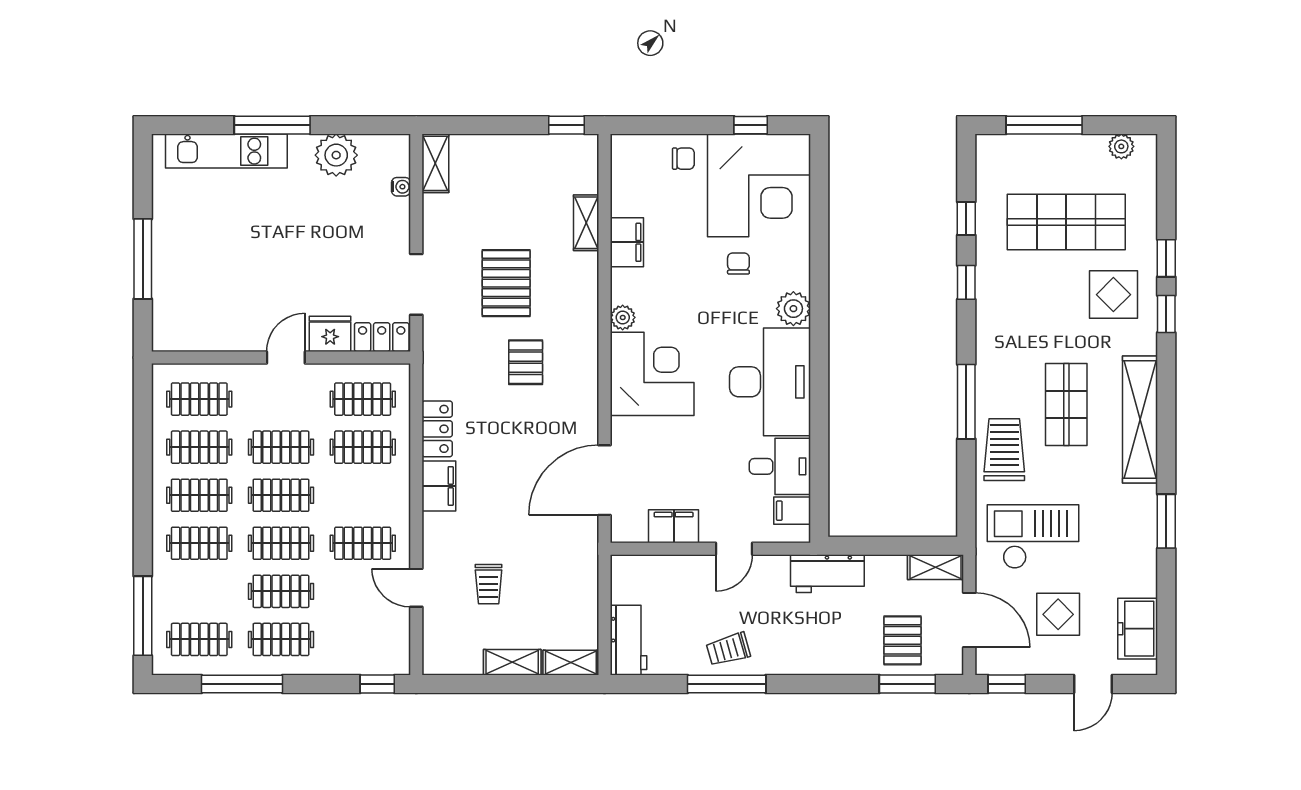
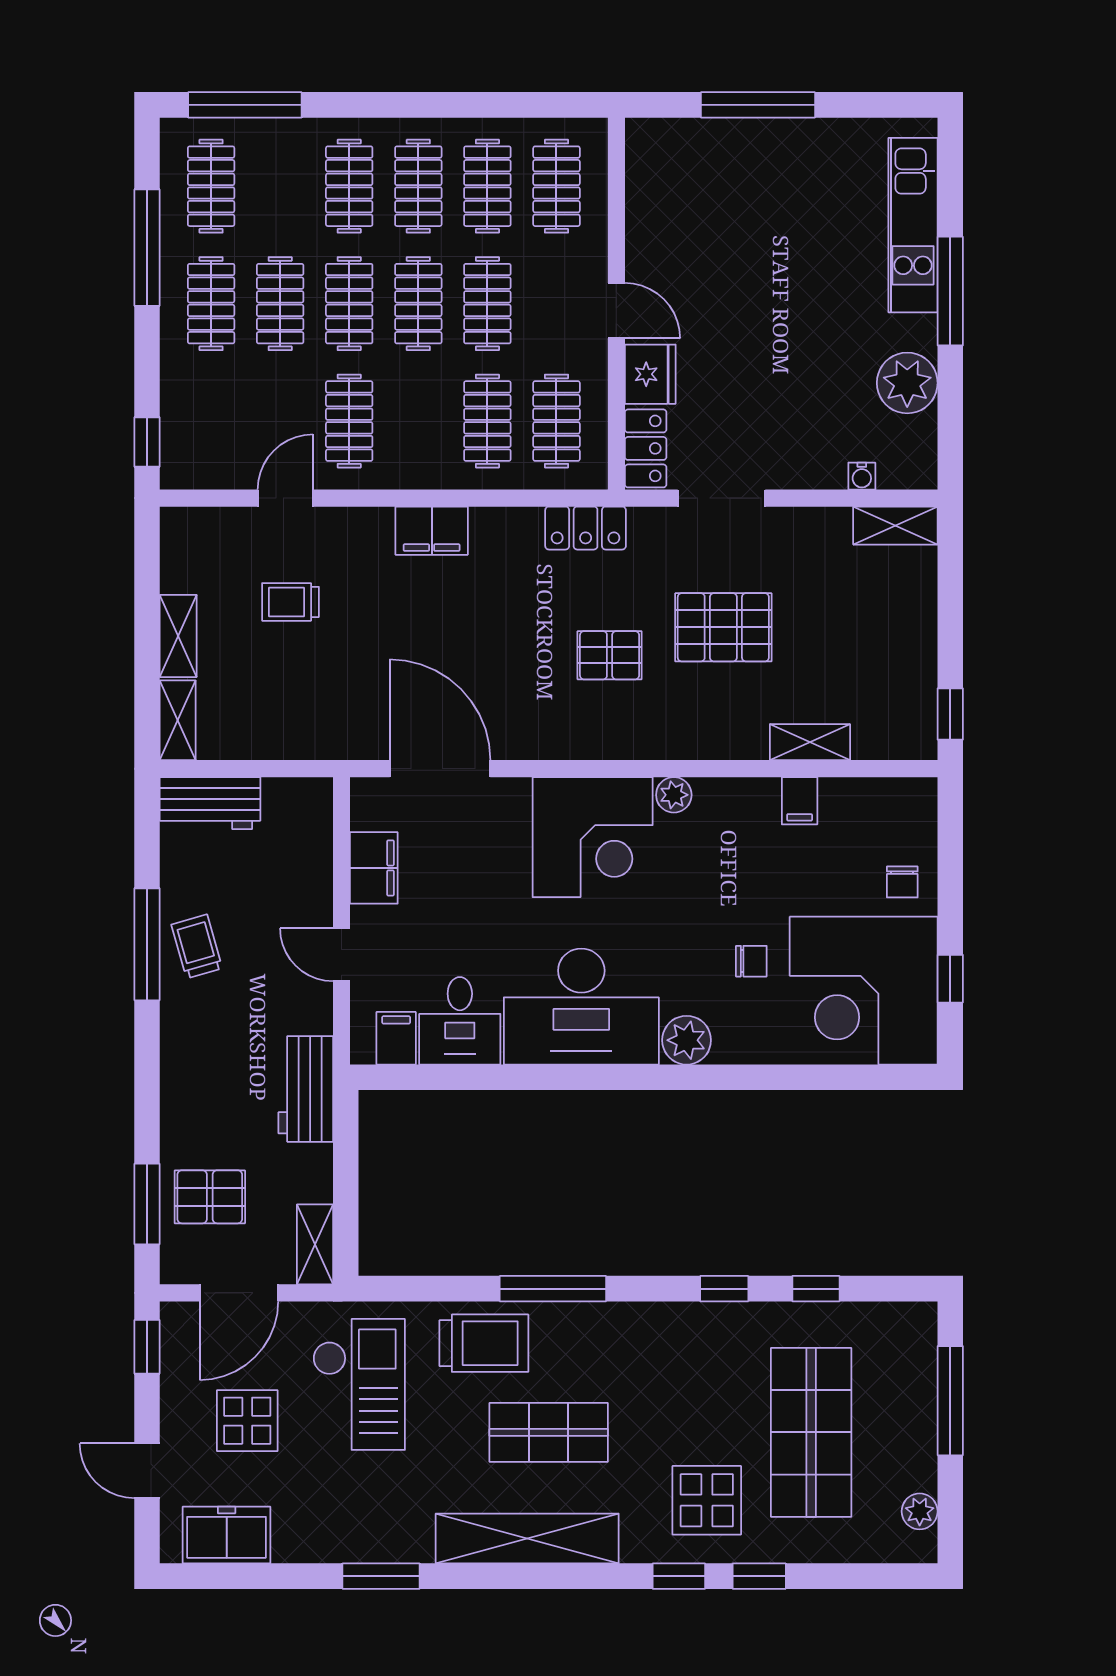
filing cabinet: (627, 242) -> (800, 801), width x0.50
locker: (437, 429) -> (586, 528), moved

